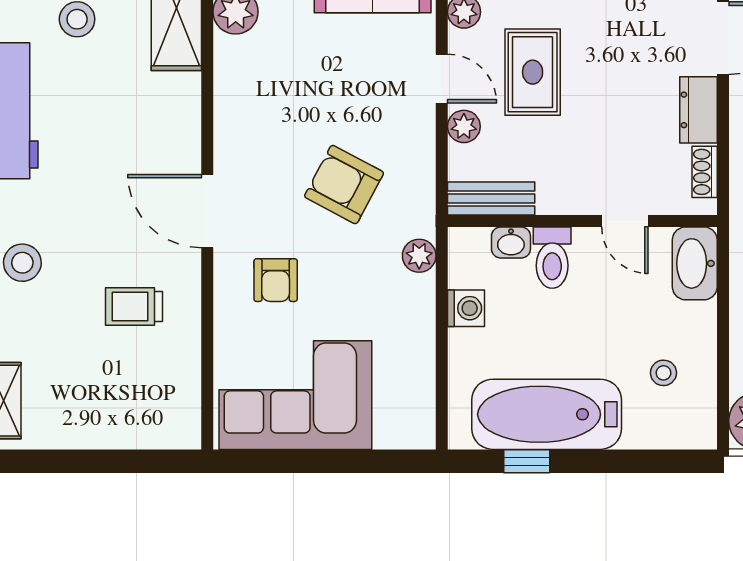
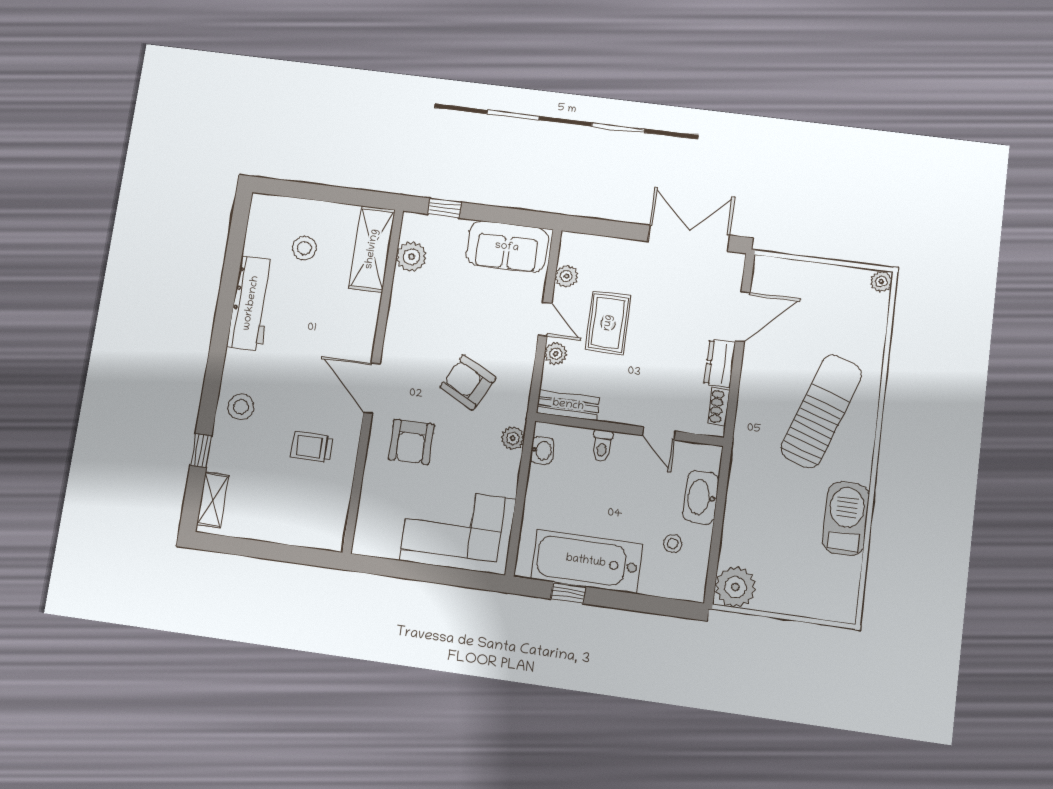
washbasin: (511, 242) -> (542, 450), moved, turned -90
toilet: (552, 258) -> (602, 446), width x0.73, depth x0.72
washbasin: (695, 263) -> (701, 497), moved
armchair: (276, 280) -> (411, 442), width x1.38, depth x1.38
washing machine: (466, 308) -> (540, 479), removed
corner sofa: (295, 395) -> (458, 530), moved

